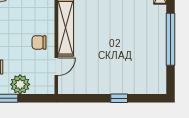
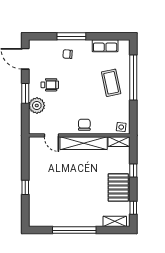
chair: (39, 42) -> (84, 125), moved

